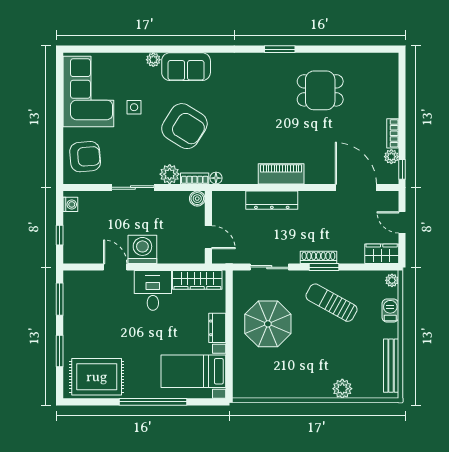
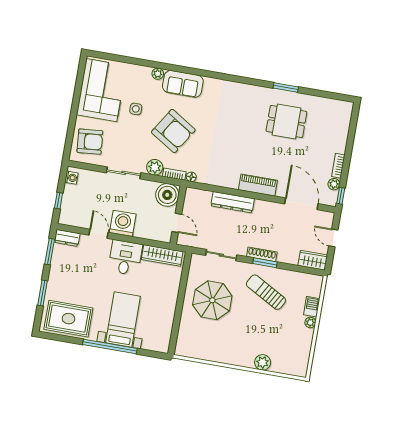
window: (280, 49) -> (286, 87), moved
piano: (281, 174) -> (258, 185), moved
boiler: (197, 199) -> (167, 195), width x1.86, depth x1.86
plant: (392, 280) -> (310, 323), moved
dresser: (217, 328) -> (67, 238), moved, turned -90
bench: (391, 366) -> (305, 351), removed
bed with nightstands: (193, 371) -> (123, 320), moved, turned 90

